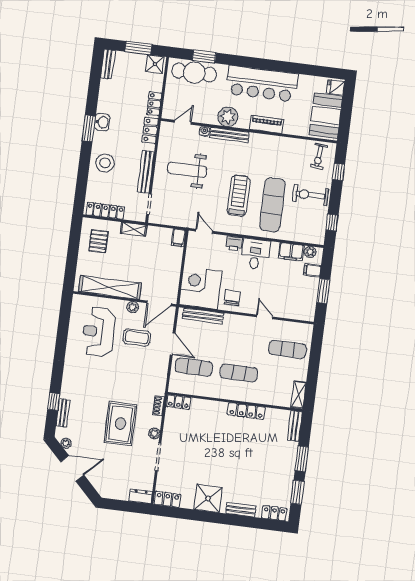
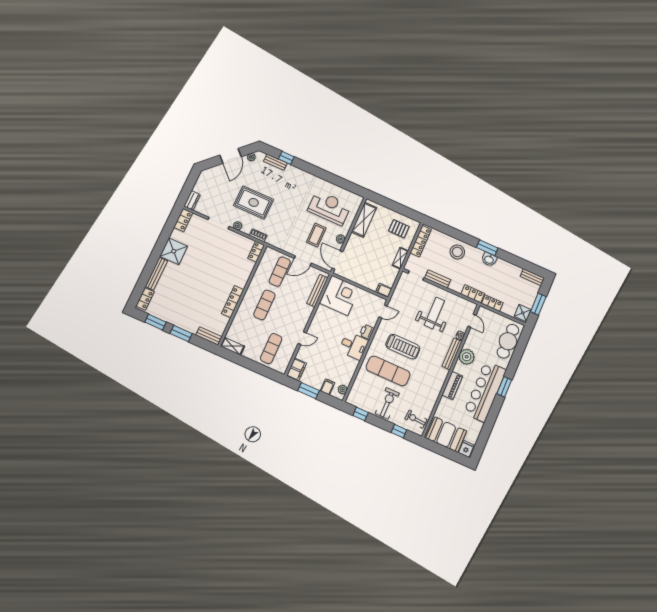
window: (204, 56) -> (504, 387), moved
bench: (146, 172) -> (438, 279), width x0.73
filing cabinet: (291, 252) -> (296, 369), moved, turned 180
shelving: (110, 287) -> (364, 220), width x0.68
chair: (232, 298) -> (325, 318), removed
bench: (241, 510) -> (156, 274), width x1.36

